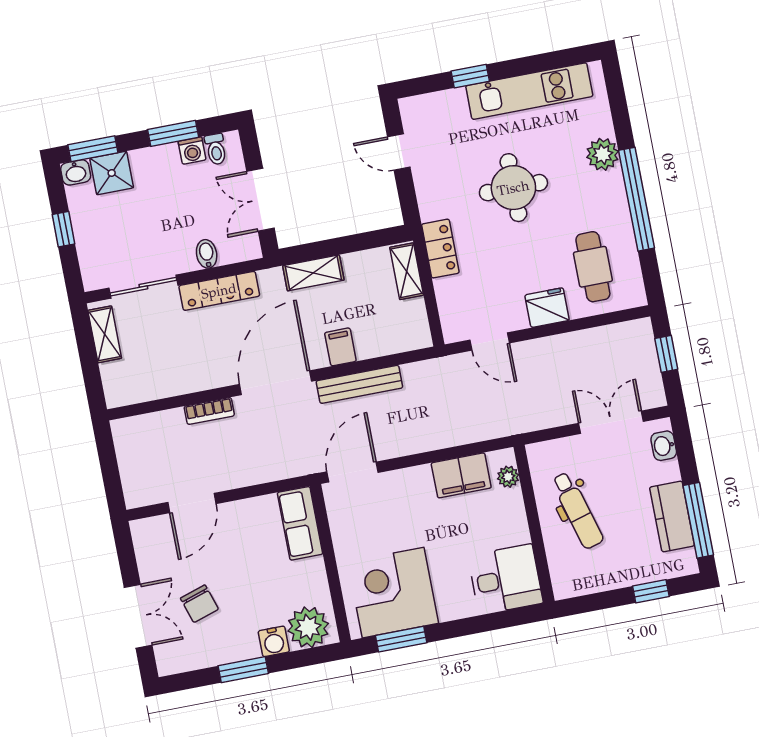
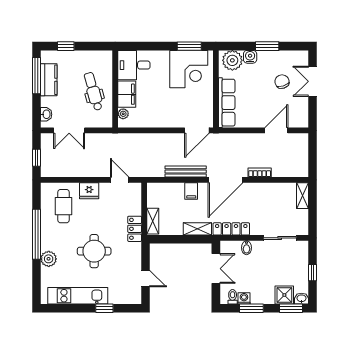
locker: (219, 291) -> (231, 229), moved
shelving: (105, 334) -> (302, 196), moved
filing cabinet: (461, 475) -> (127, 94), moved, turned 90
row of seats: (300, 523) -> (227, 103), width x1.48

